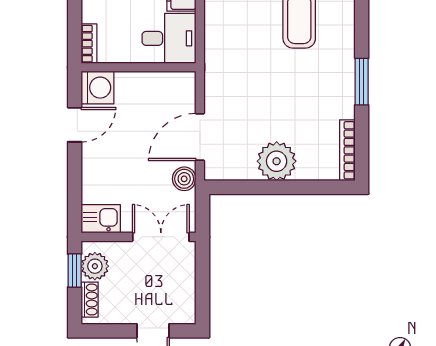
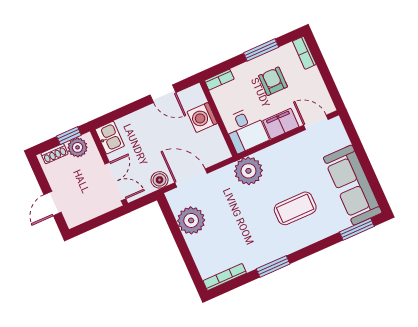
plant: (224, 58) -> (248, 171), added
washing machine: (98, 88) -> (202, 117), moved, turned 90
plant: (277, 161) -> (191, 220), moved

